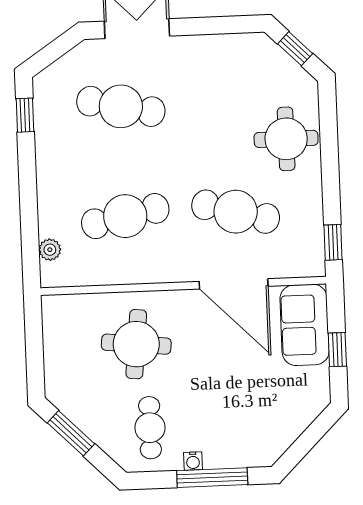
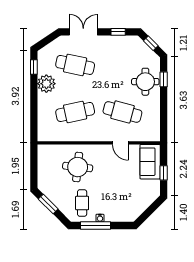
window: (218, 25) -> (118, 32), added
window: (333, 242) -> (164, 79), moved
plant: (50, 250) -> (46, 84), moved, width x1.88, depth x1.88
door: (234, 284) -> (120, 143), width x0.53
window: (212, 478) -> (96, 225), moved

